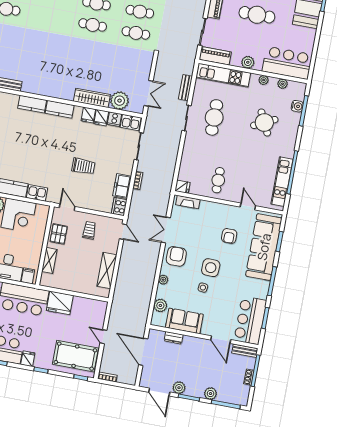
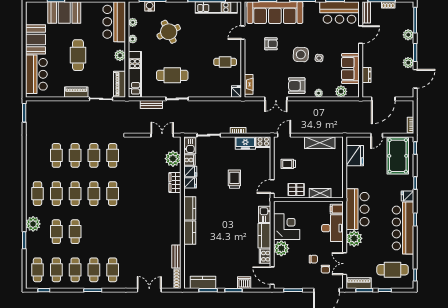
wardrobe: (92, 98) -> (175, 183), width x0.67
fridge: (60, 303) -> (355, 156), moved

